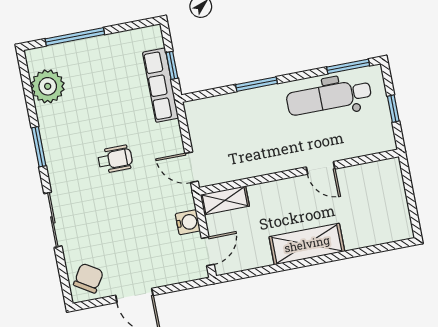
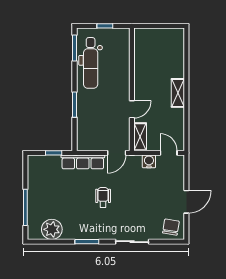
row of seats: (161, 85) -> (83, 162), moved
door: (321, 168) -> (132, 109), moved
shelving: (307, 244) -> (178, 93), width x0.67, depth x0.75
chair: (88, 278) -> (171, 227), turned 67

